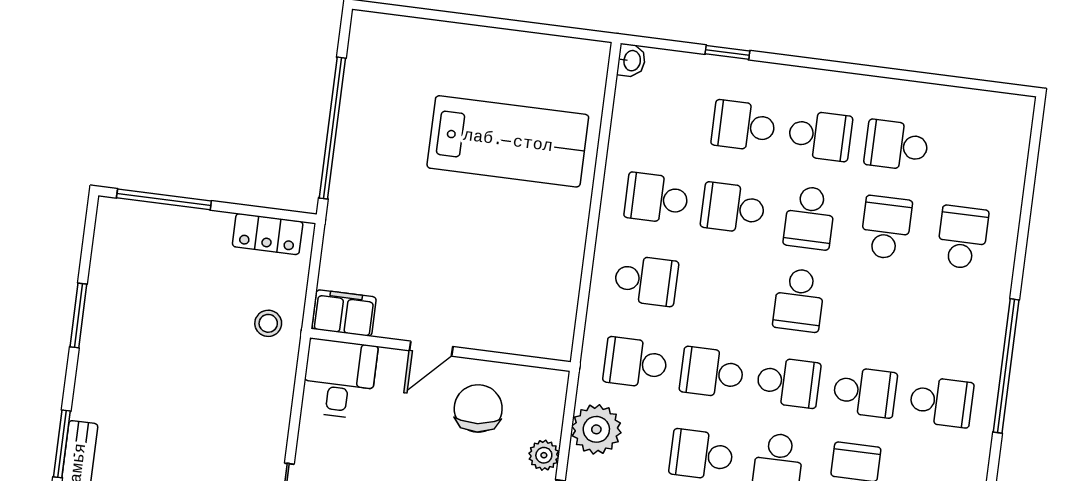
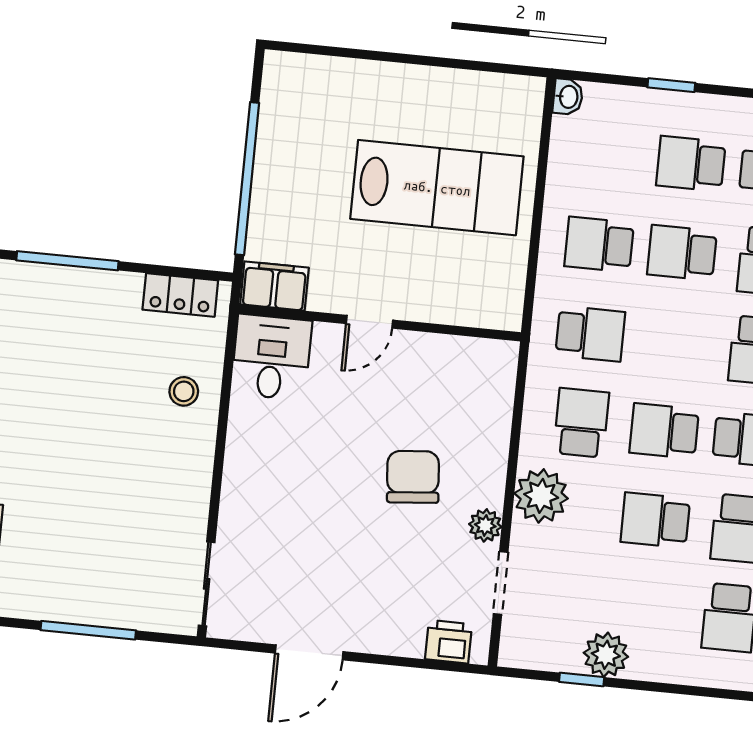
filing cabinet: (344, 313) -> (274, 286), moved
door: (431, 349) -> (370, 322), moved
wall: (440, 350) -> (380, 323), moved
school desk: (635, 363) -> (581, 423), turned 90
desk: (339, 379) -> (271, 357), moved

